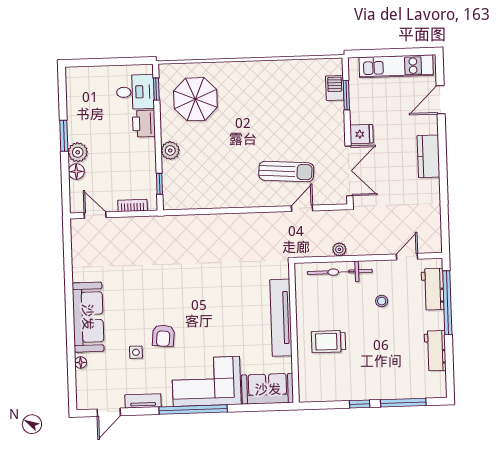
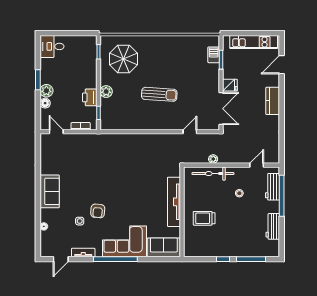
desk: (135, 92) -> (52, 46), moved, turned 180
printer: (144, 124) -> (90, 97), moved
sun lounger: (286, 171) -> (159, 94), moved
sofa: (88, 317) -> (50, 191), width x0.73

